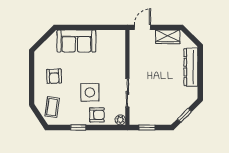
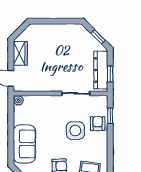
dresser: (191, 67) -> (101, 70), moved, turned 90
plant: (120, 120) -> (18, 100), moved
window: (78, 127) -> (110, 116), moved

